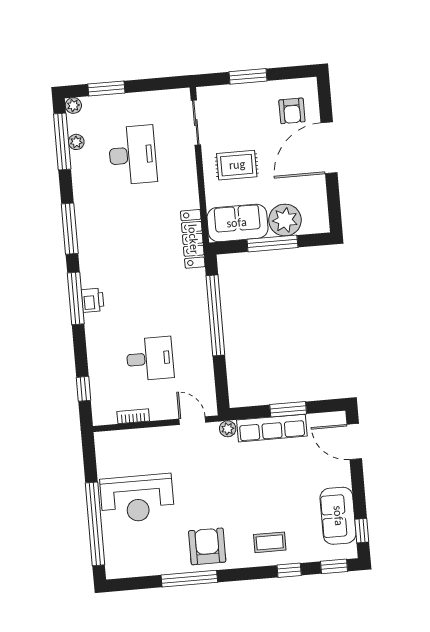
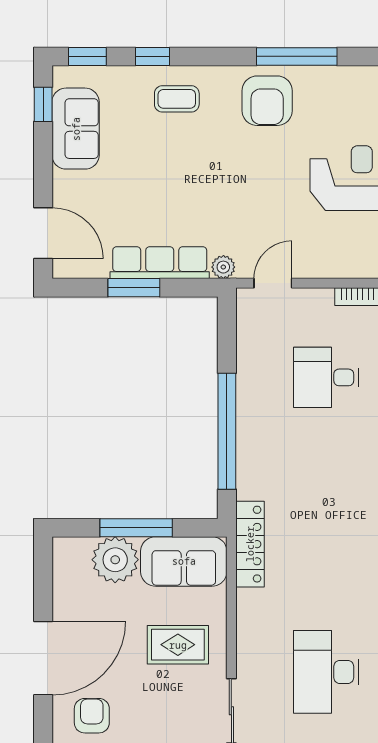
door: (192, 421) -> (273, 283), swing flipped

